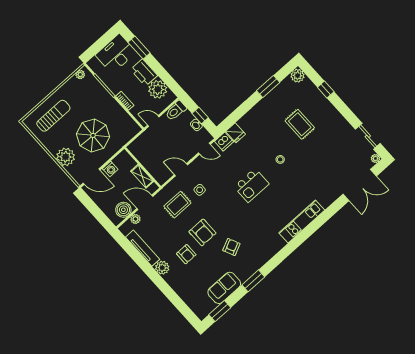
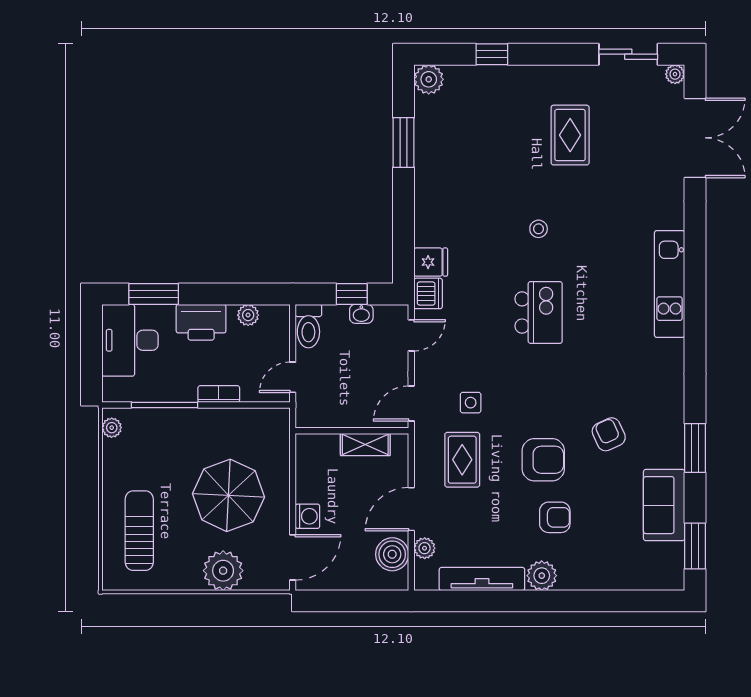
plant: (158, 89) -> (248, 315), width x0.53, depth x0.53
rug: (300, 124) -> (570, 135), moved, turned 90
wall: (143, 167) -> (352, 431), moved
shelving: (142, 176) -> (365, 445), moved

